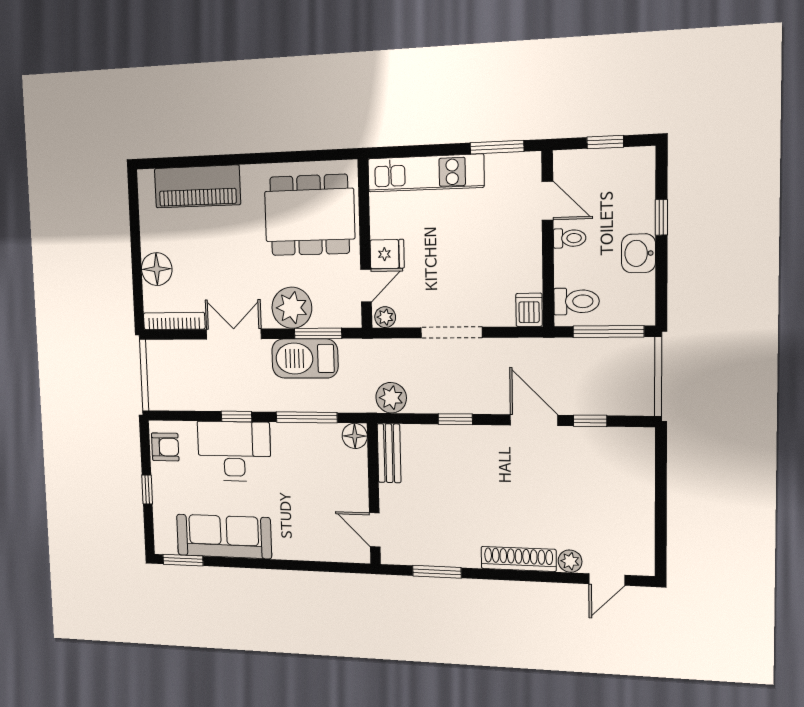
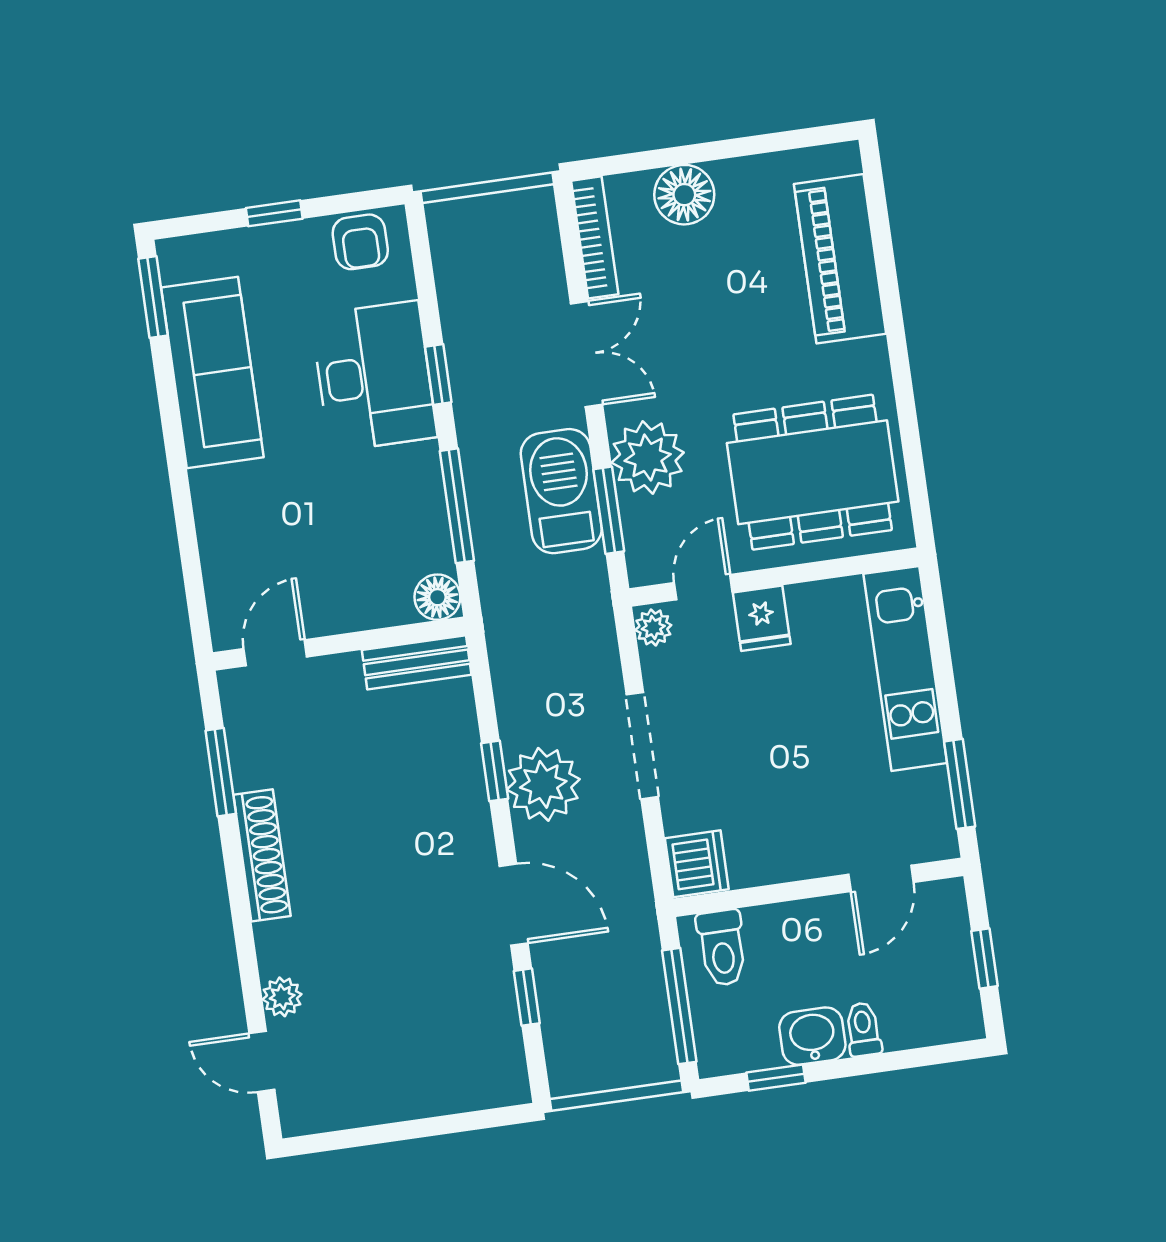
dining table: (310, 215) -> (813, 472), turned 90
window: (661, 217) -> (776, 1078), moved
toilet: (570, 238) -> (863, 1029), moved, turned 180
door: (366, 286) -> (703, 587), swing flipped
dishwasher: (529, 310) -> (697, 864), width x1.38
plant: (391, 398) -> (543, 784), moved, width x1.36, depth x1.36
door: (534, 420) -> (514, 905), hinge flipped
shoe rack: (518, 559) -> (262, 855), moved

